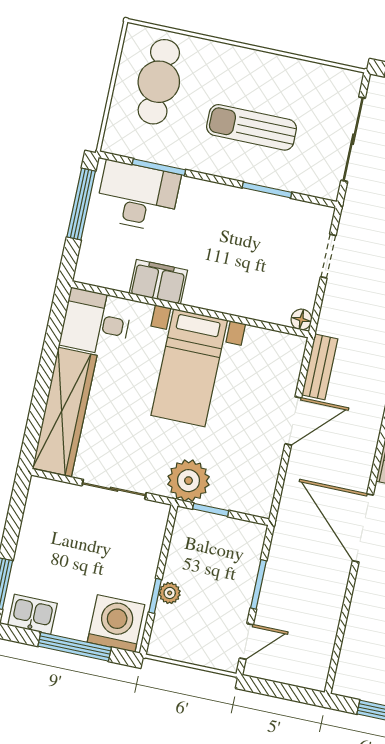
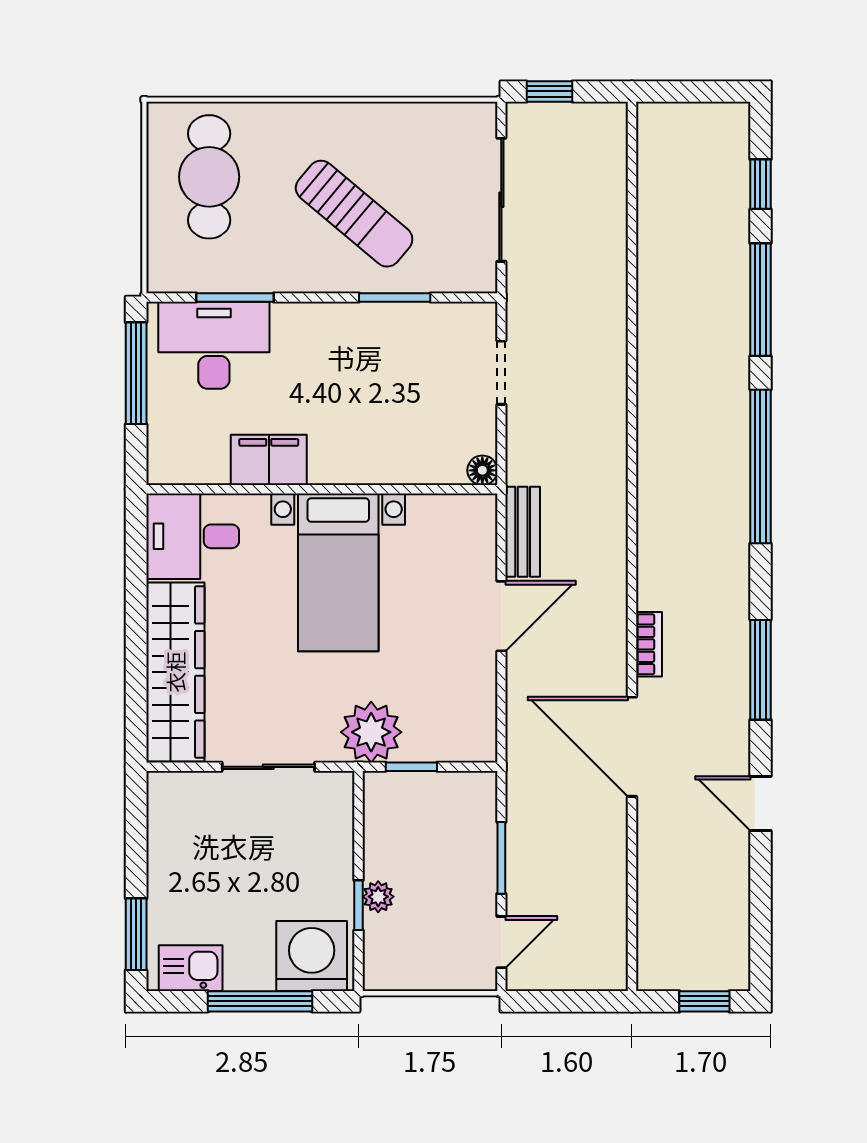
sun lounger: (252, 127) -> (354, 214), turned -140

